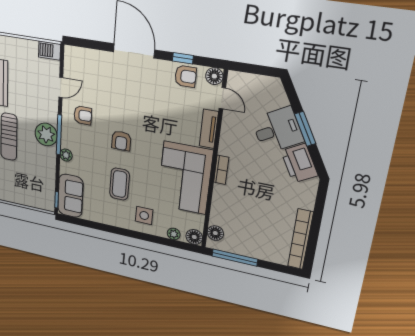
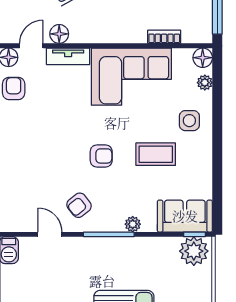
armchair: (83, 115) -> (79, 205), turned -128
plant: (46, 135) -> (194, 251), moved
bookcase: (221, 170) -> (164, 37), moved
floor lamp: (215, 233) -> (59, 34), moved

